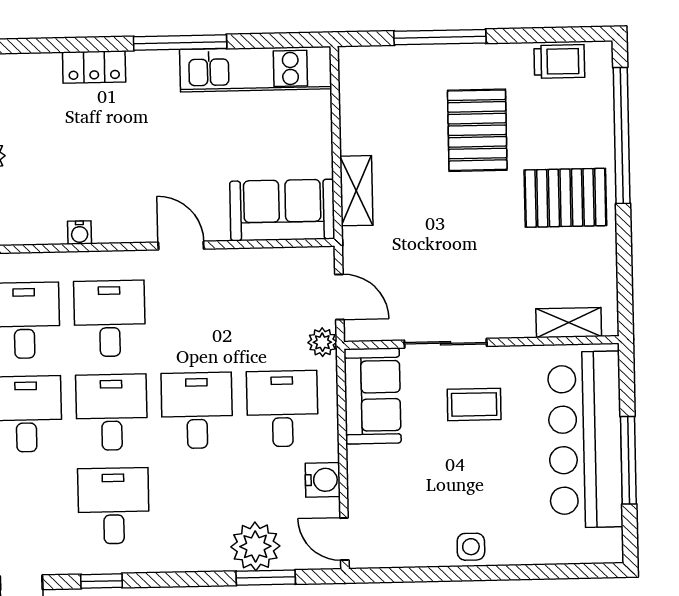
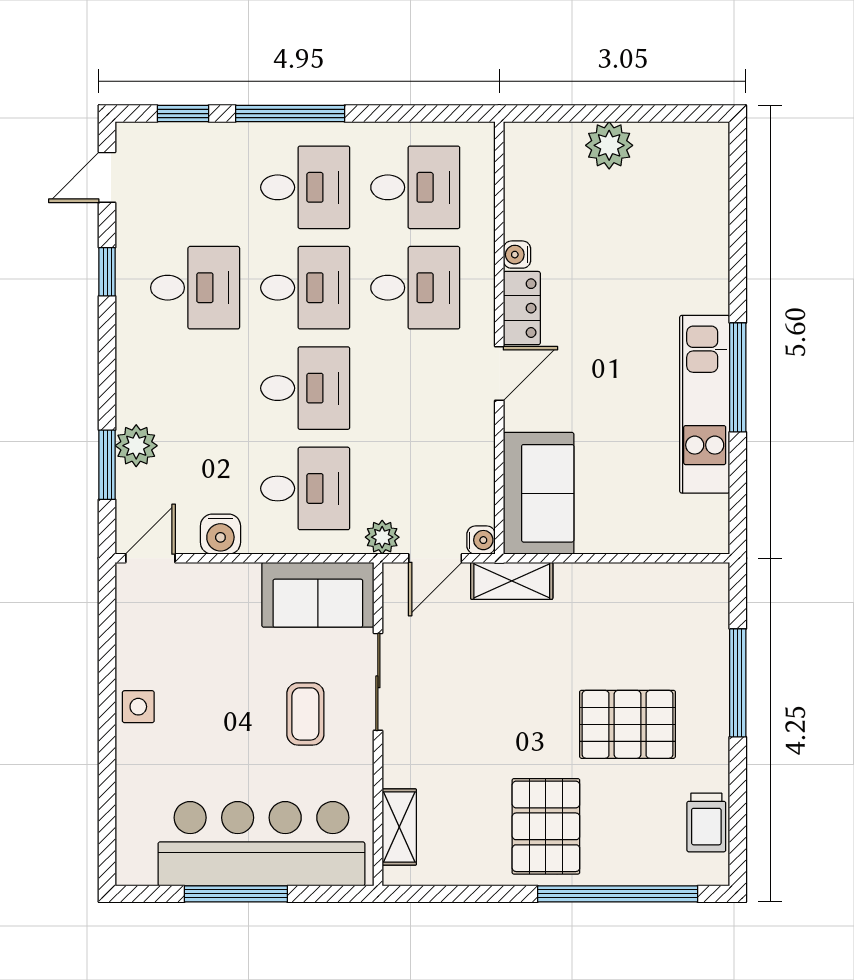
locker: (94, 67) -> (522, 308), moved, turned 180
kitchen unit: (256, 69) -> (705, 404), moved
shelving: (356, 191) -> (512, 581), moved
water cooler: (323, 258) -> (481, 540), added
plant: (255, 546) -> (136, 446), width x0.73, depth x0.73

